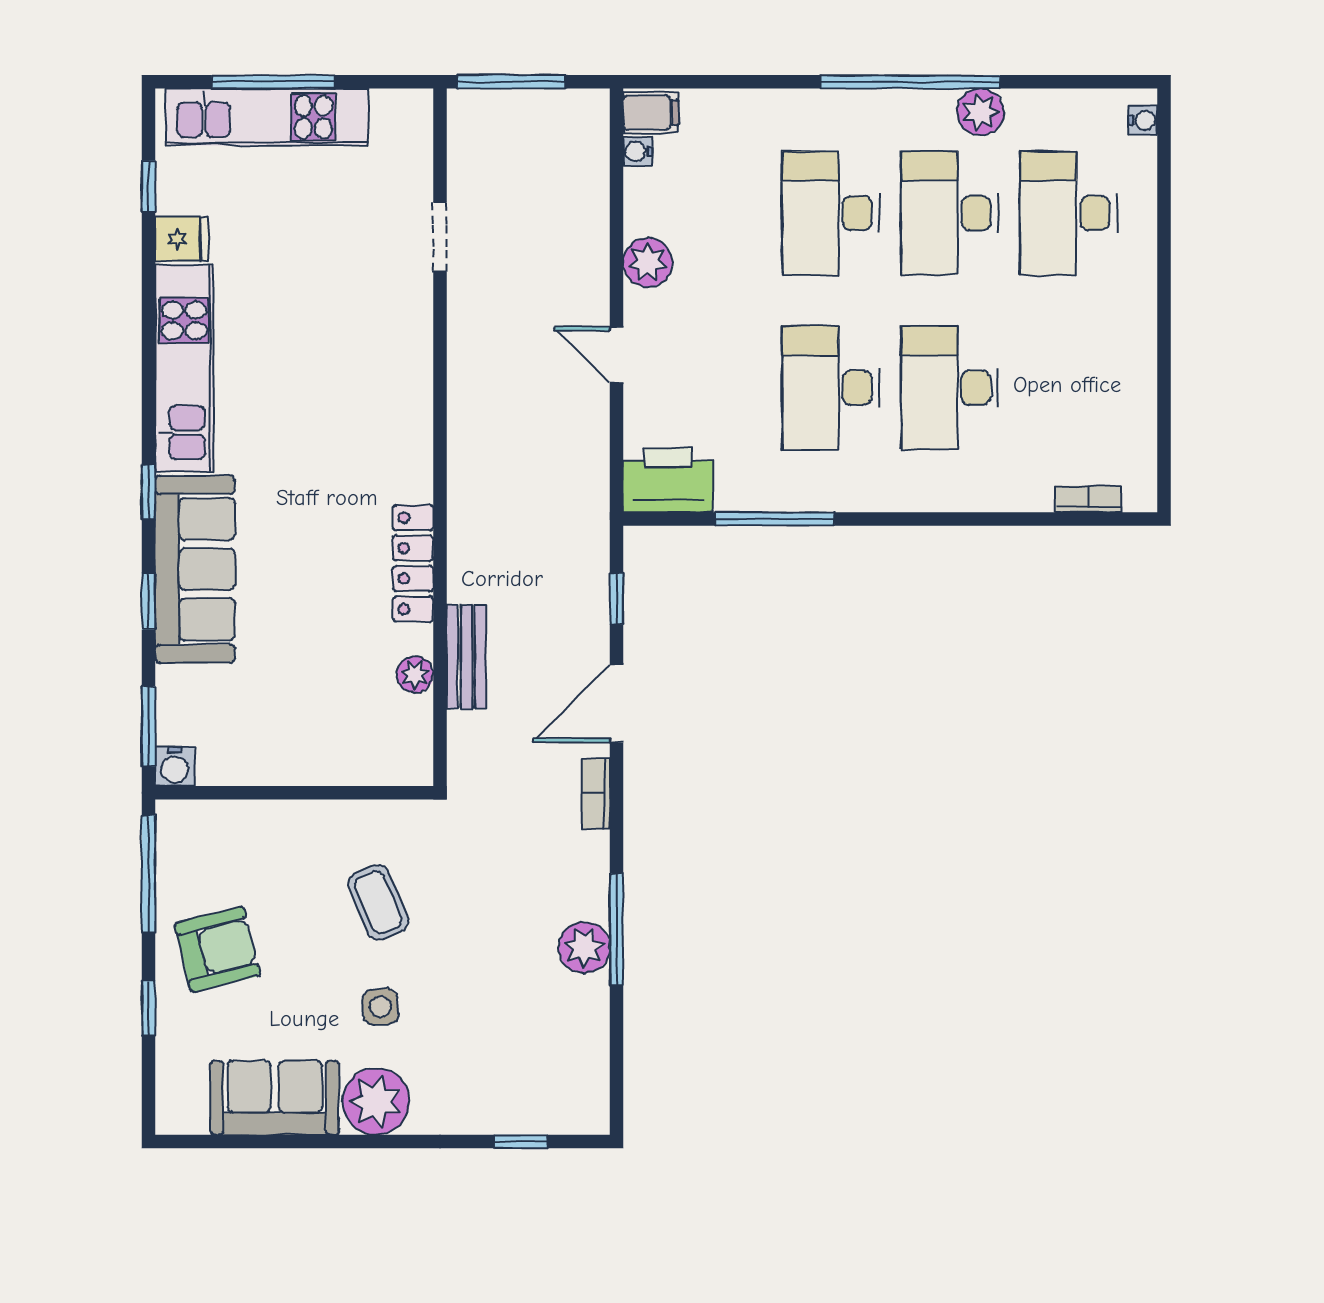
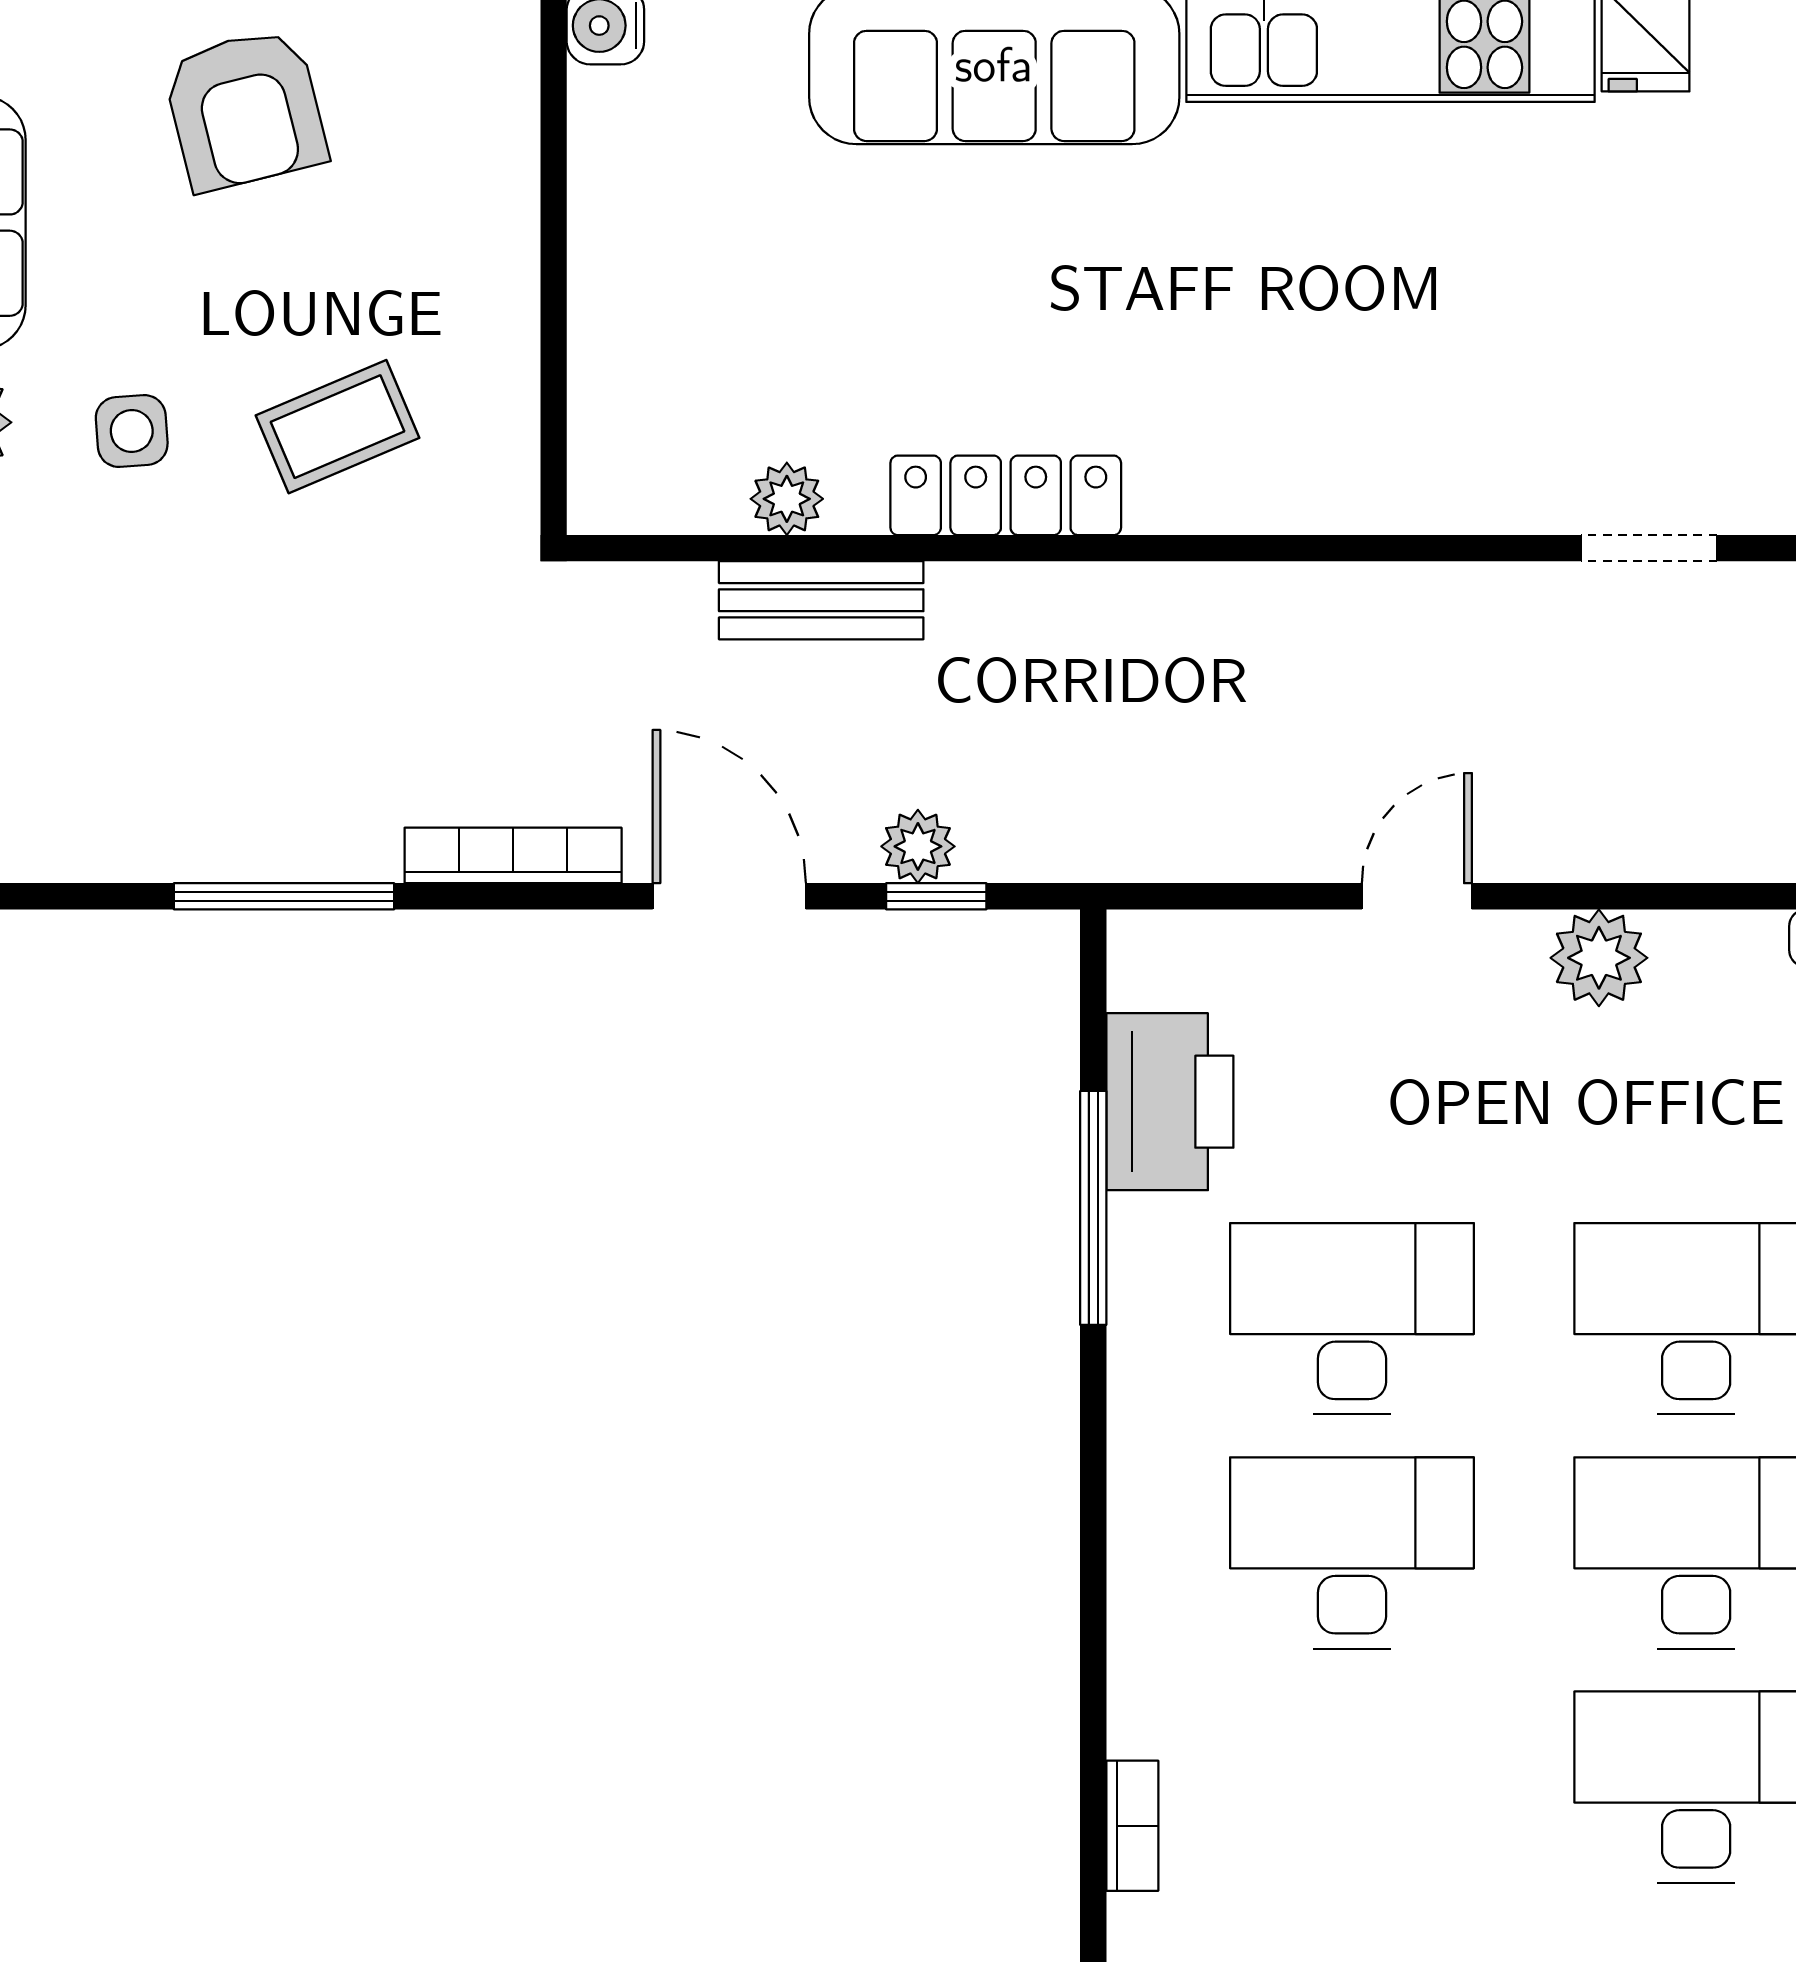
printer: (668, 480) -> (1170, 1102), moved
bookcase: (596, 794) -> (513, 855), width x1.56
plant: (584, 948) -> (918, 846), moved, width x0.73, depth x0.73

